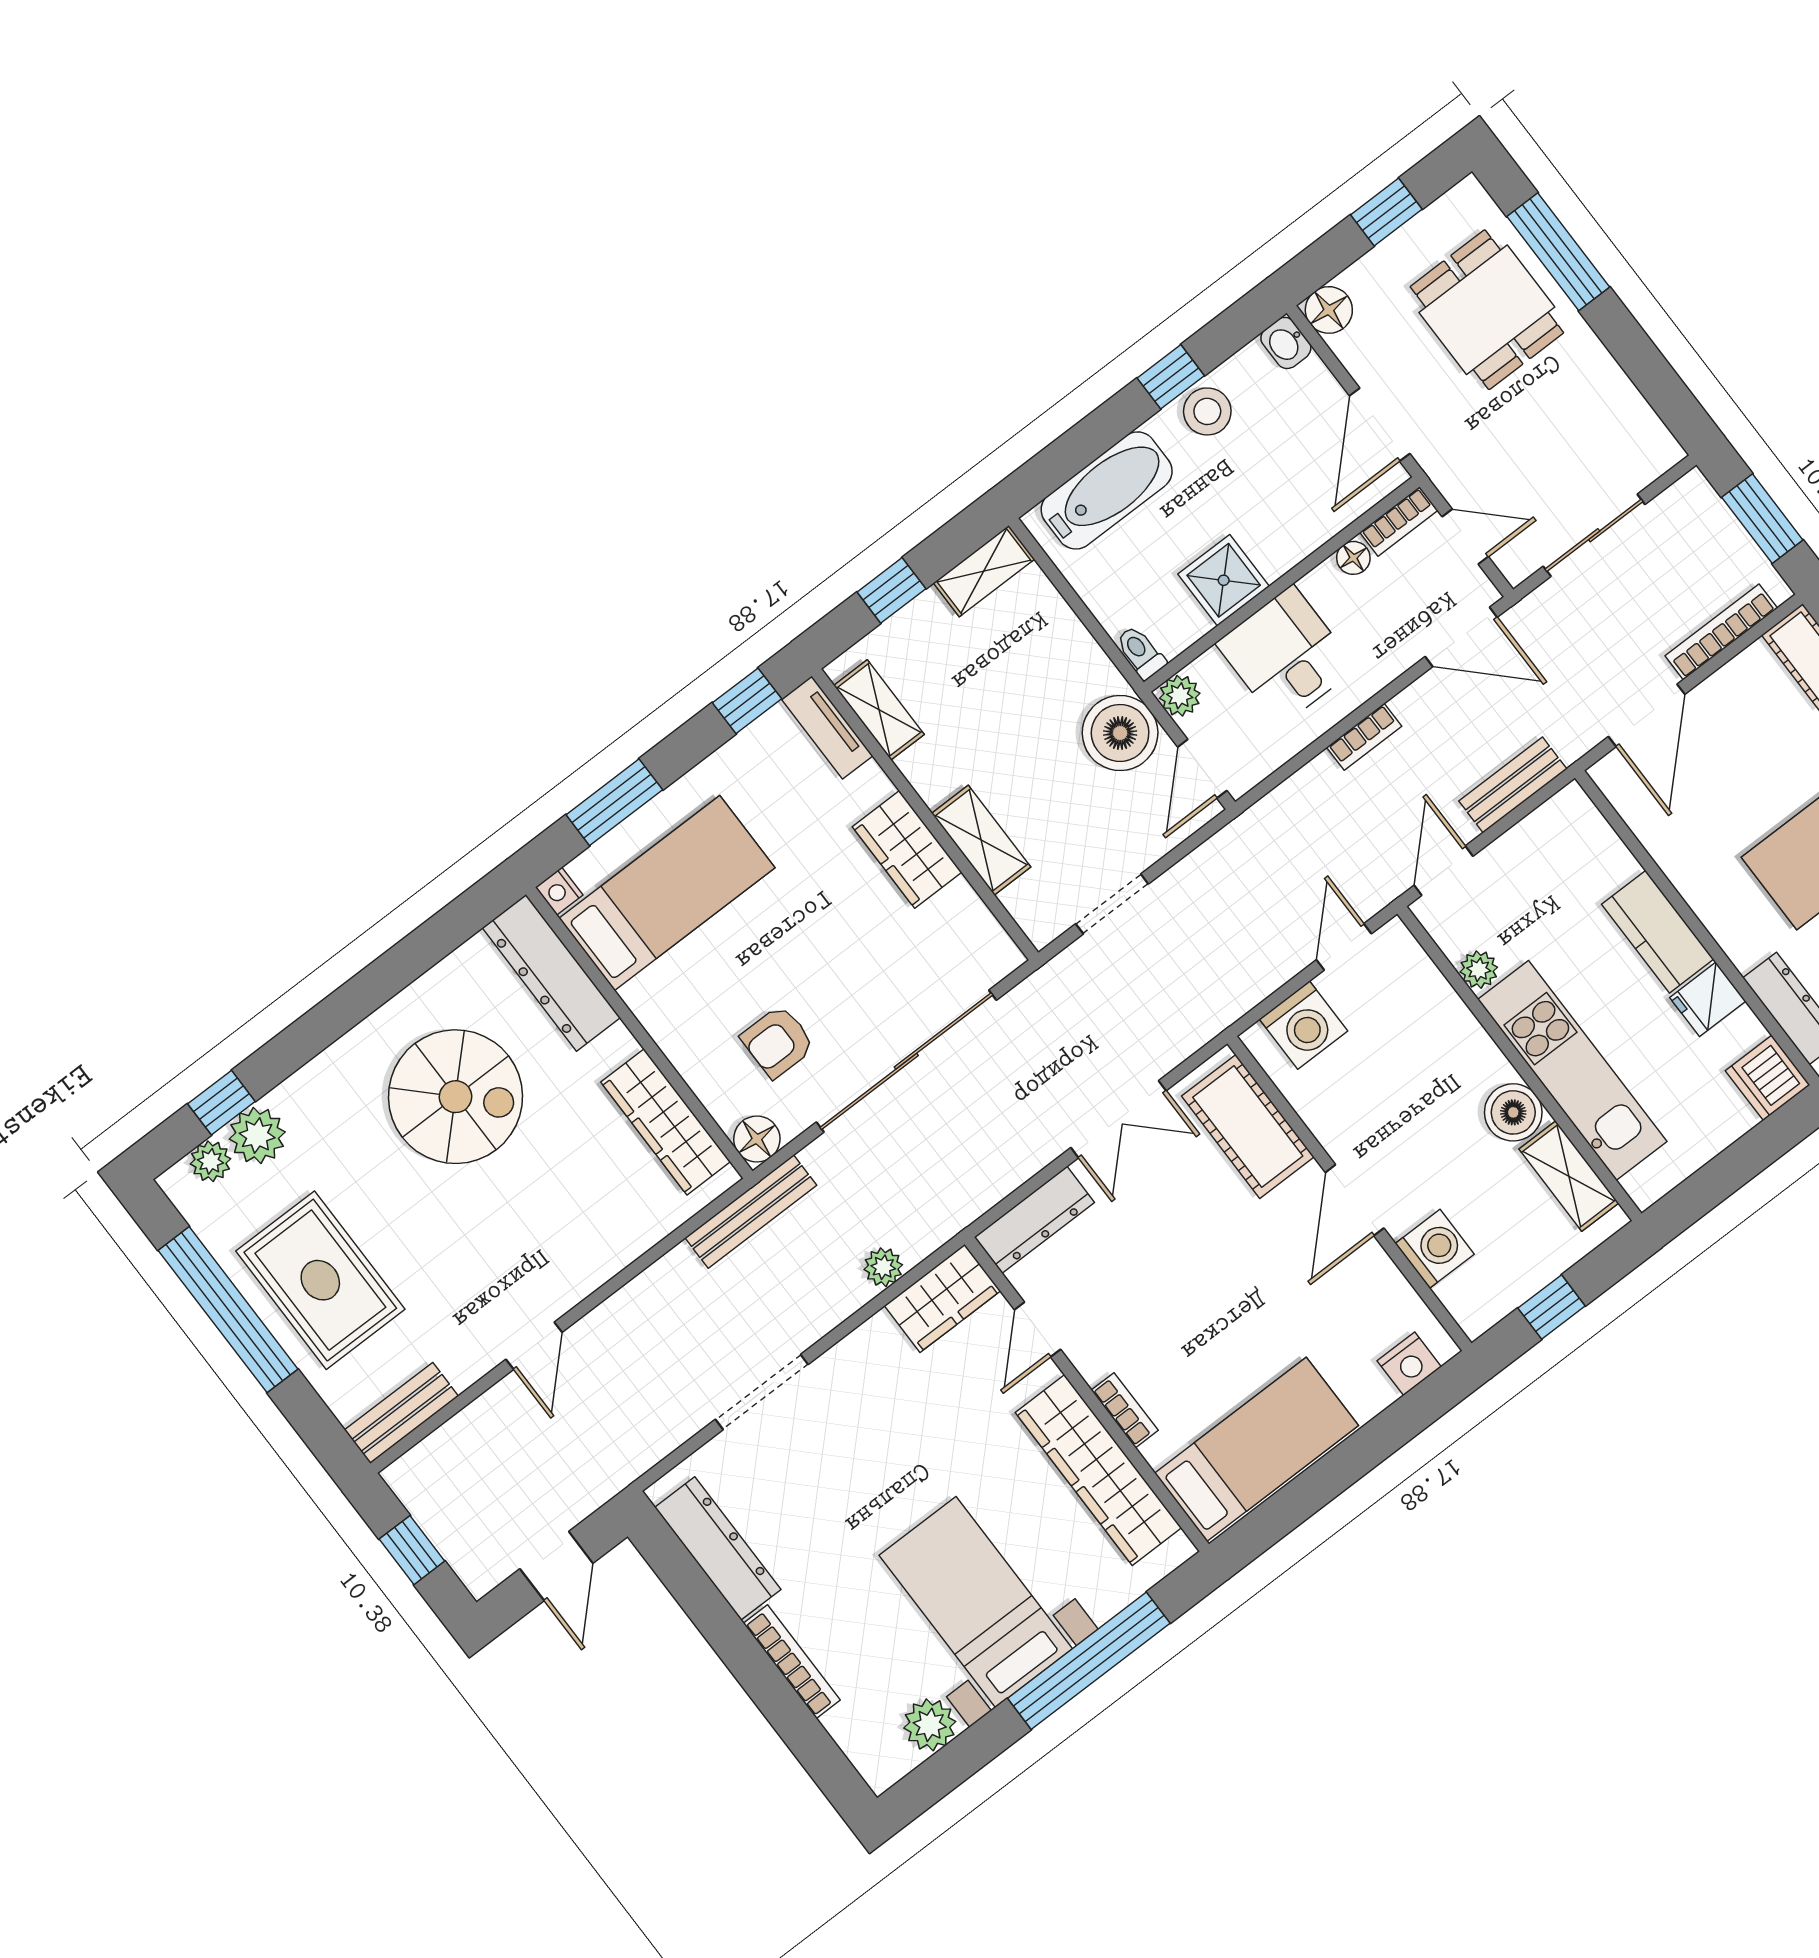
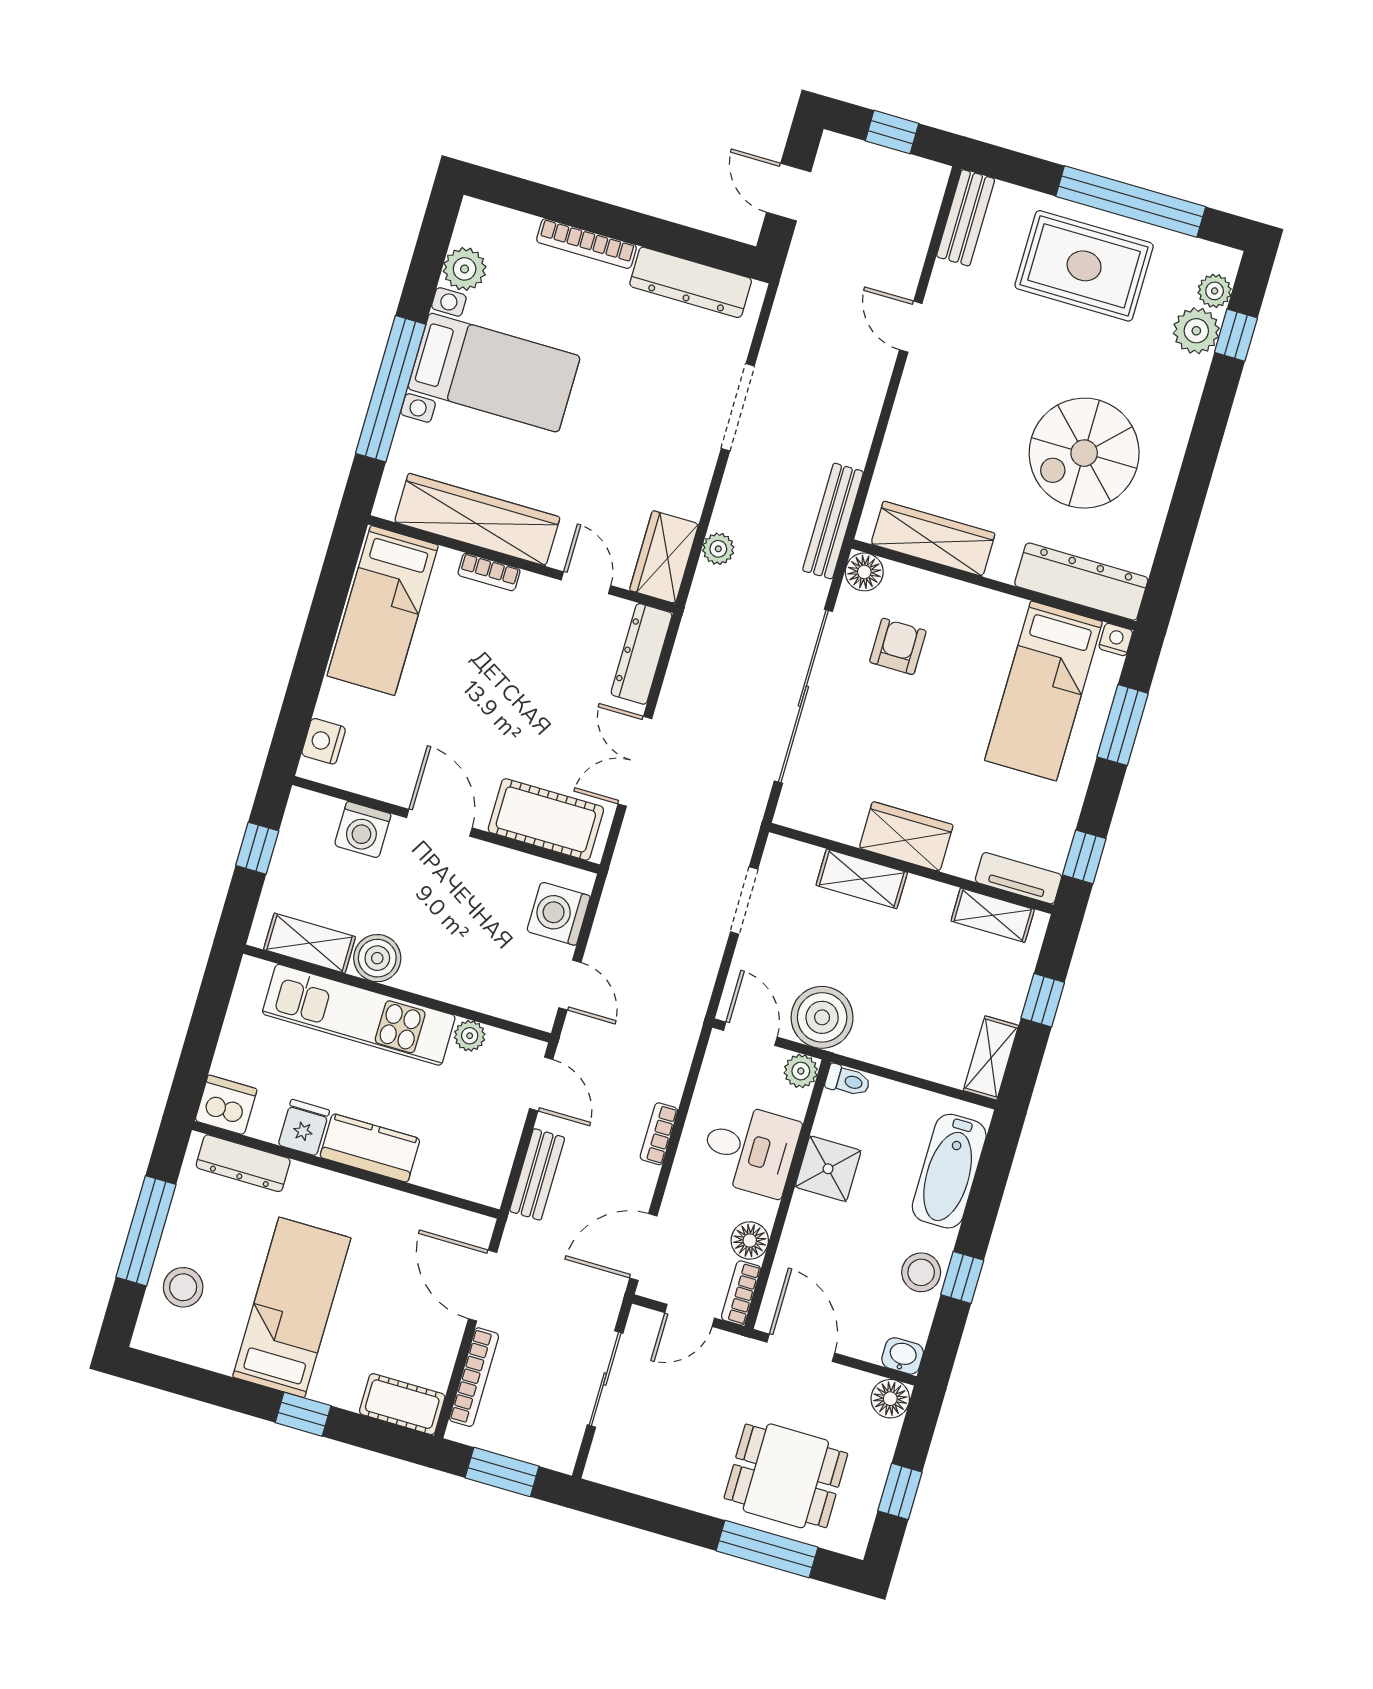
floor lamp: (1353, 558) -> (750, 1240), width x1.37, depth x1.37

